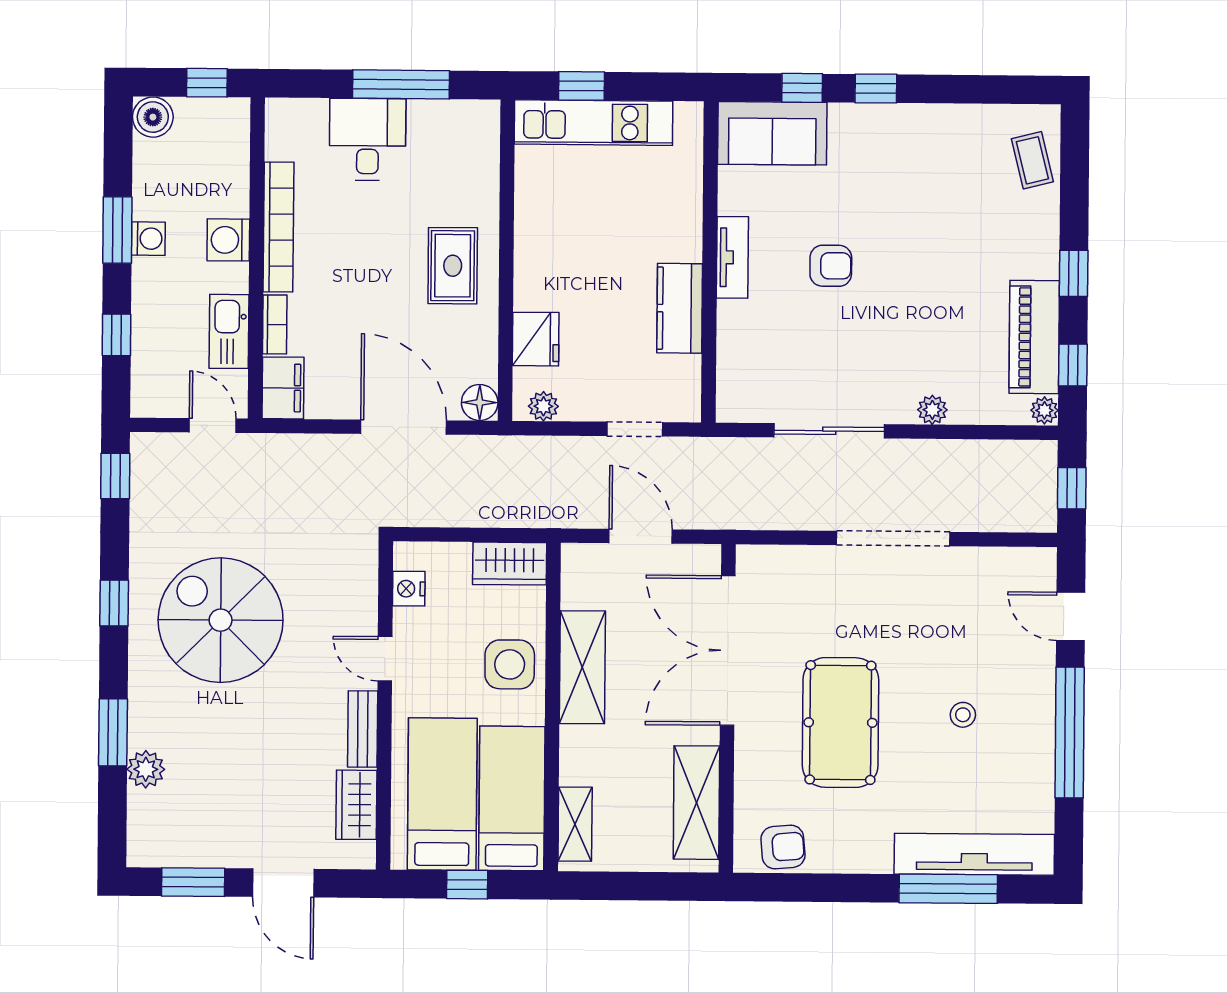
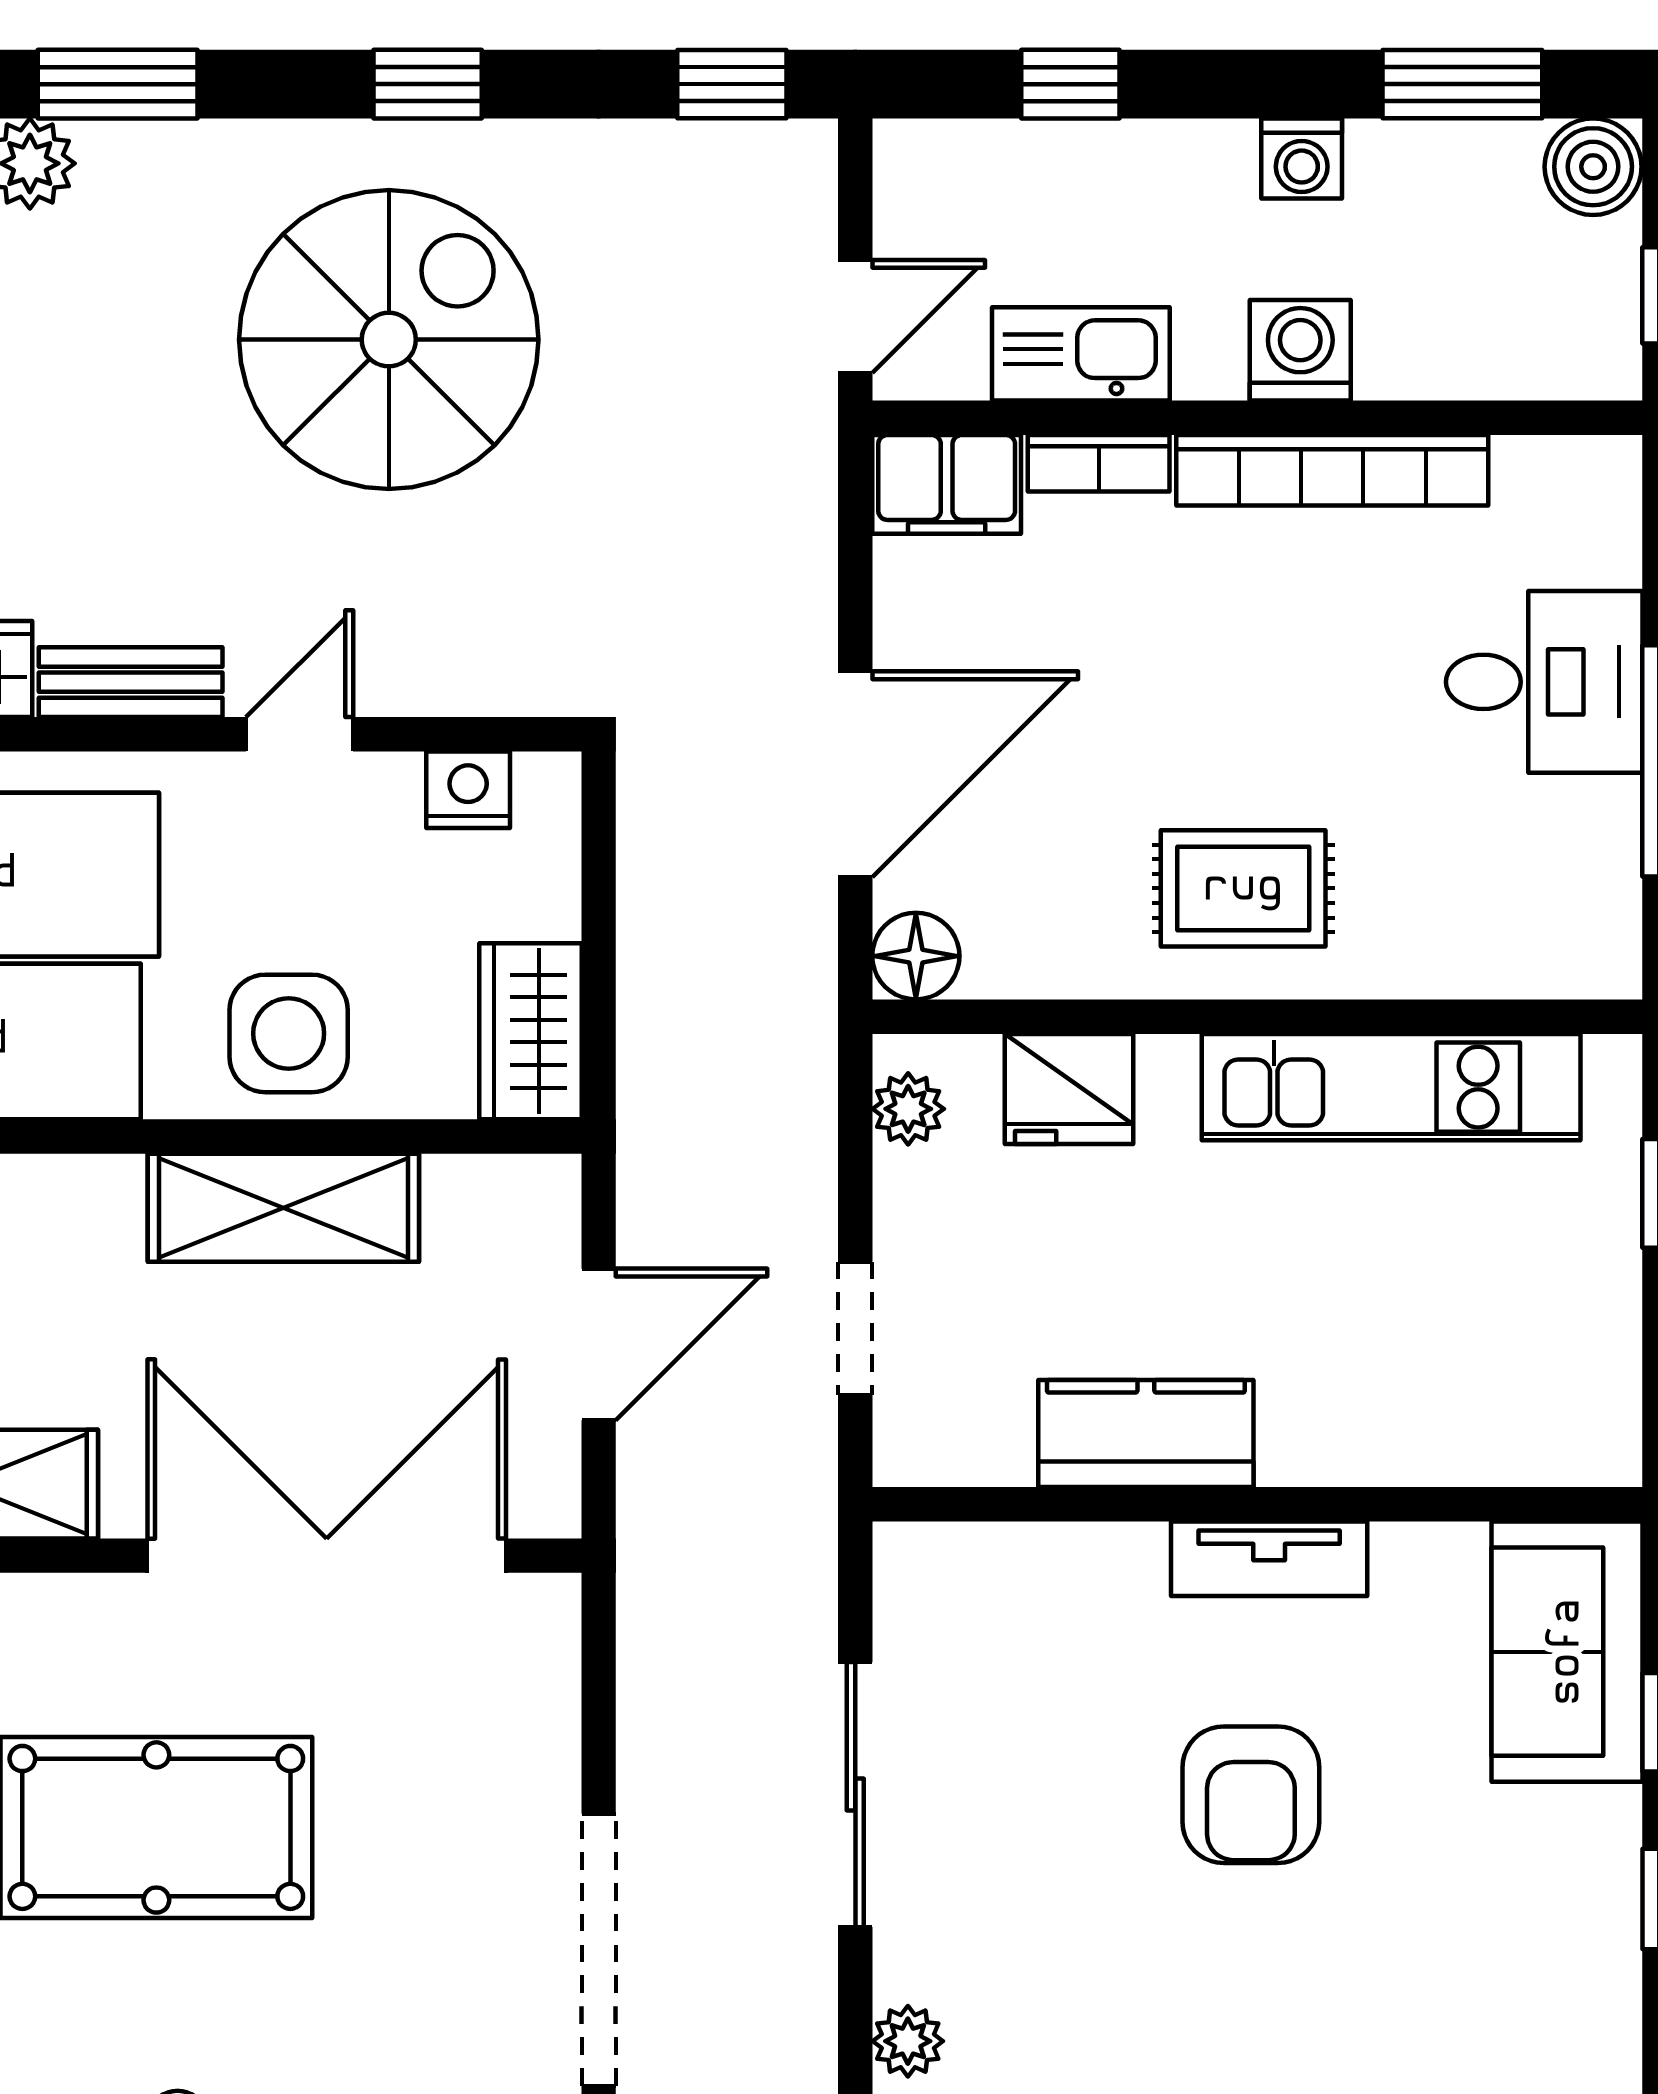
kitchen unit: (594, 123) -> (1391, 1087), moved, turned -90
window: (117, 230) -> (1462, 84), moved
armchair: (831, 266) -> (1251, 1795), width x1.38, depth x1.38

